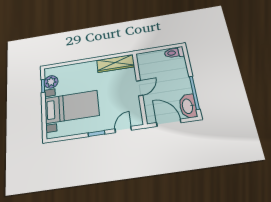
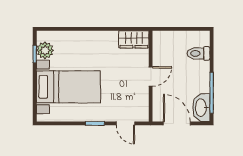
toilet: (174, 53) -> (198, 53), moved
wardrobe: (116, 63) -> (134, 39), width x0.67
door: (123, 130) -> (125, 123), swing flipped

